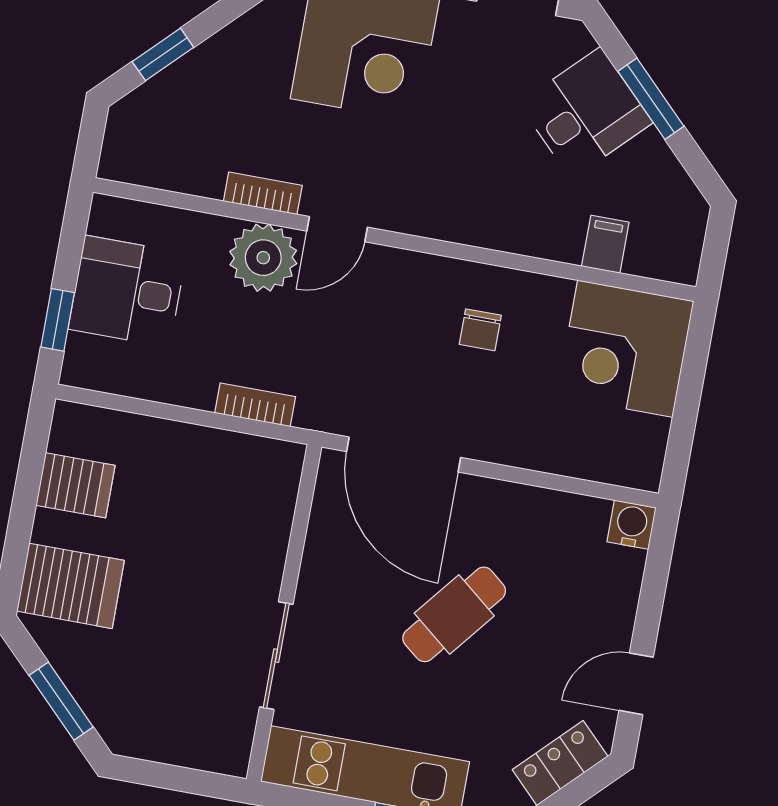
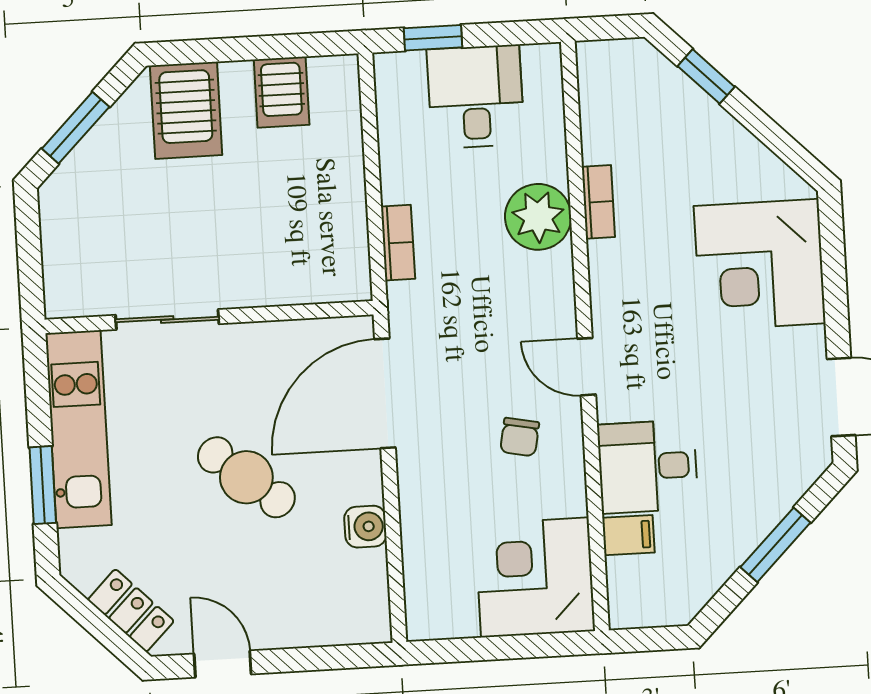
desk: (586, 113) -> (648, 467), moved, turned 135
door: (337, 229) -> (587, 367), moved
chair: (480, 330) -> (520, 437), turned -79
water cooler: (632, 525) -> (365, 527), moved

